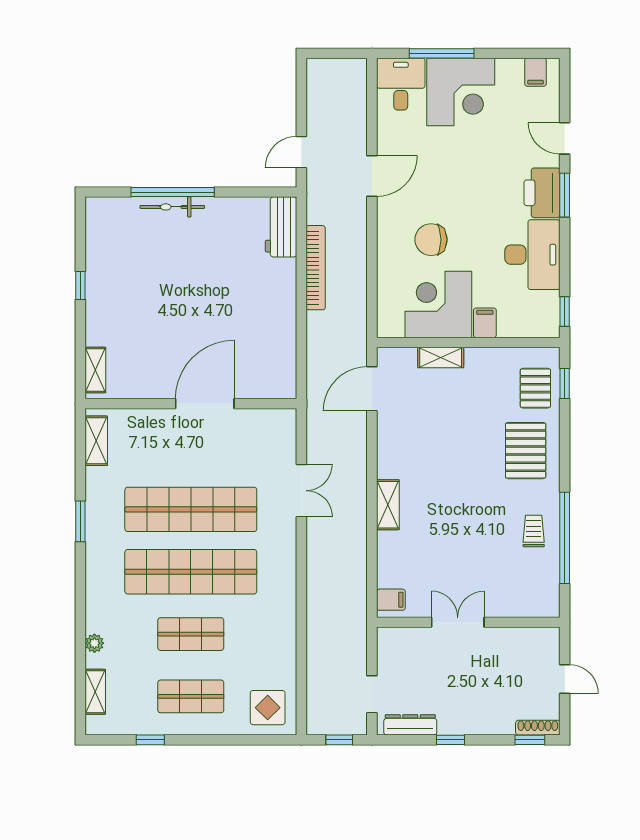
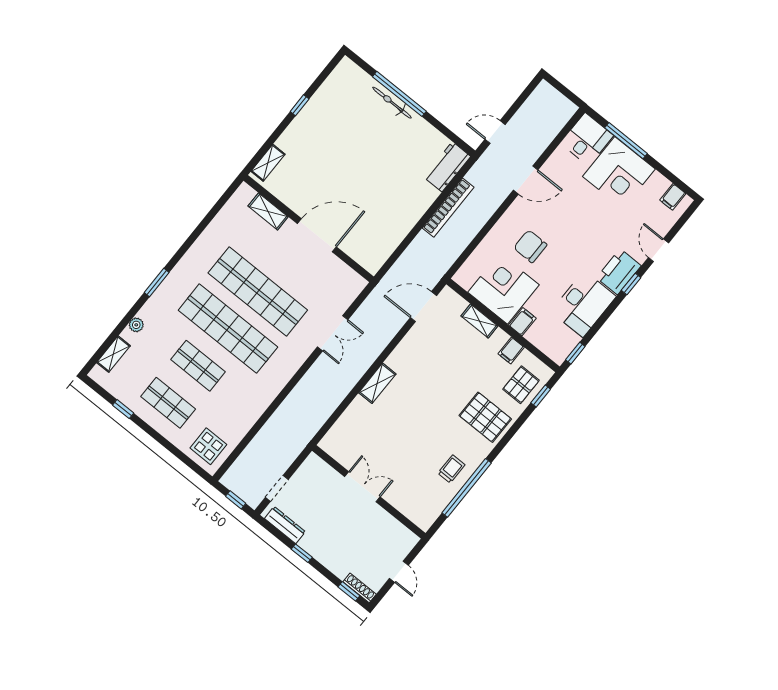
window: (565, 195) -> (631, 284), width x0.67
shelving: (96, 441) -> (268, 211), moved, turned 90
pallet: (526, 451) -> (485, 417), turned 90
window: (80, 521) -> (157, 282), moved
filing cabinet: (391, 600) -> (511, 351), moved, turned 90

